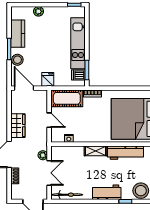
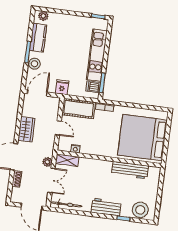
plant: (38, 11) -> (43, 16), moved
door: (24, 88) -> (37, 93), hinge flipped
shelving: (96, 151) -> (67, 160), moved

